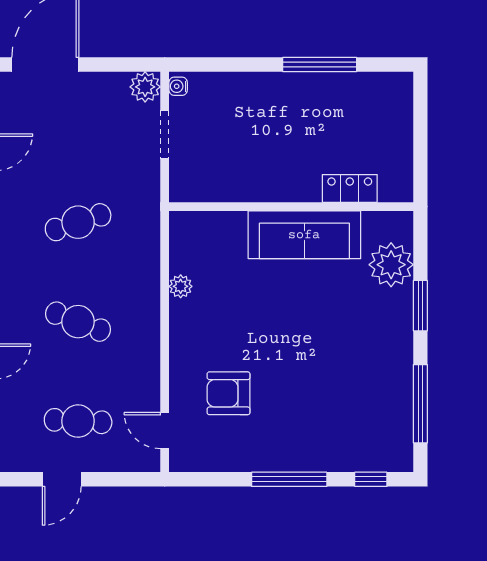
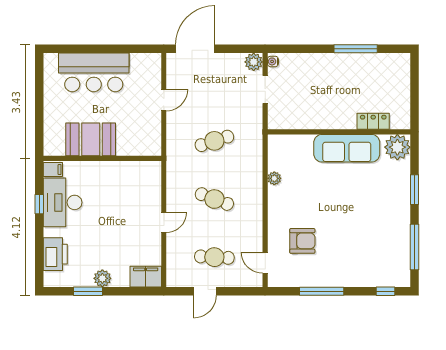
plant: (391, 265) -> (397, 147), moved
armchair: (229, 393) -> (302, 241), turned 180
window: (289, 479) -> (322, 291), moved

